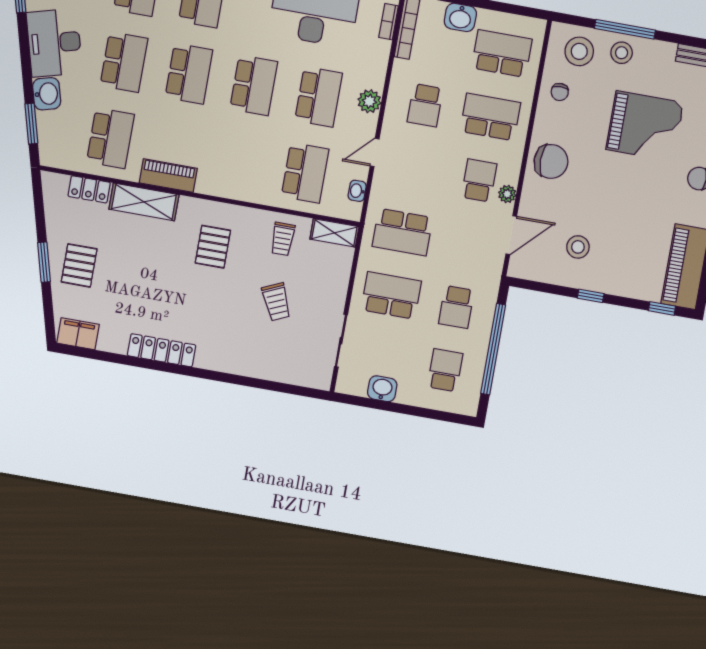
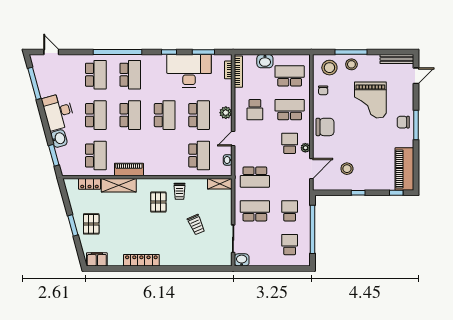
grand piano: (645, 126) -> (370, 100), turned 90
trolley: (283, 239) -> (180, 191), moved
school desk: (456, 307) -> (290, 211), turned 180
washbasin: (382, 389) -> (242, 260), moved

